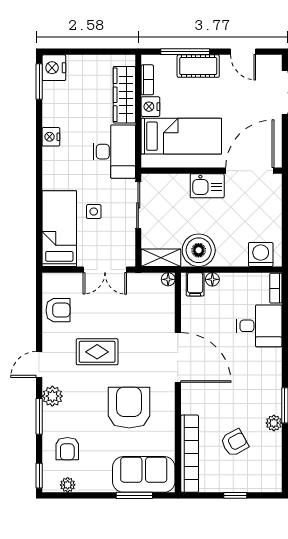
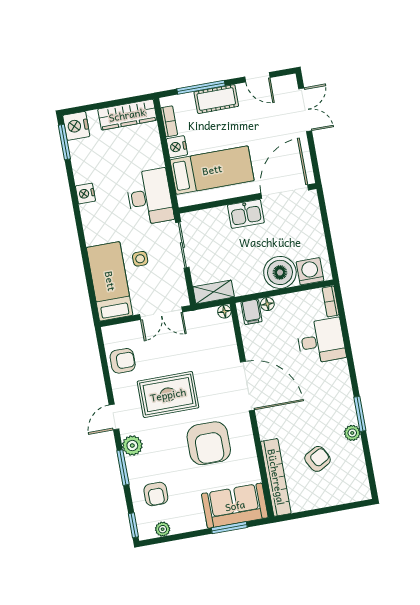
wardrobe: (124, 95) -> (127, 115), moved, turned -90
boiler: (199, 250) -> (280, 272), moved
rug: (97, 352) -> (168, 395), width x1.36, depth x1.43
armchair: (129, 408) -> (209, 443), turned 180
window: (235, 495) -> (327, 510), removed

